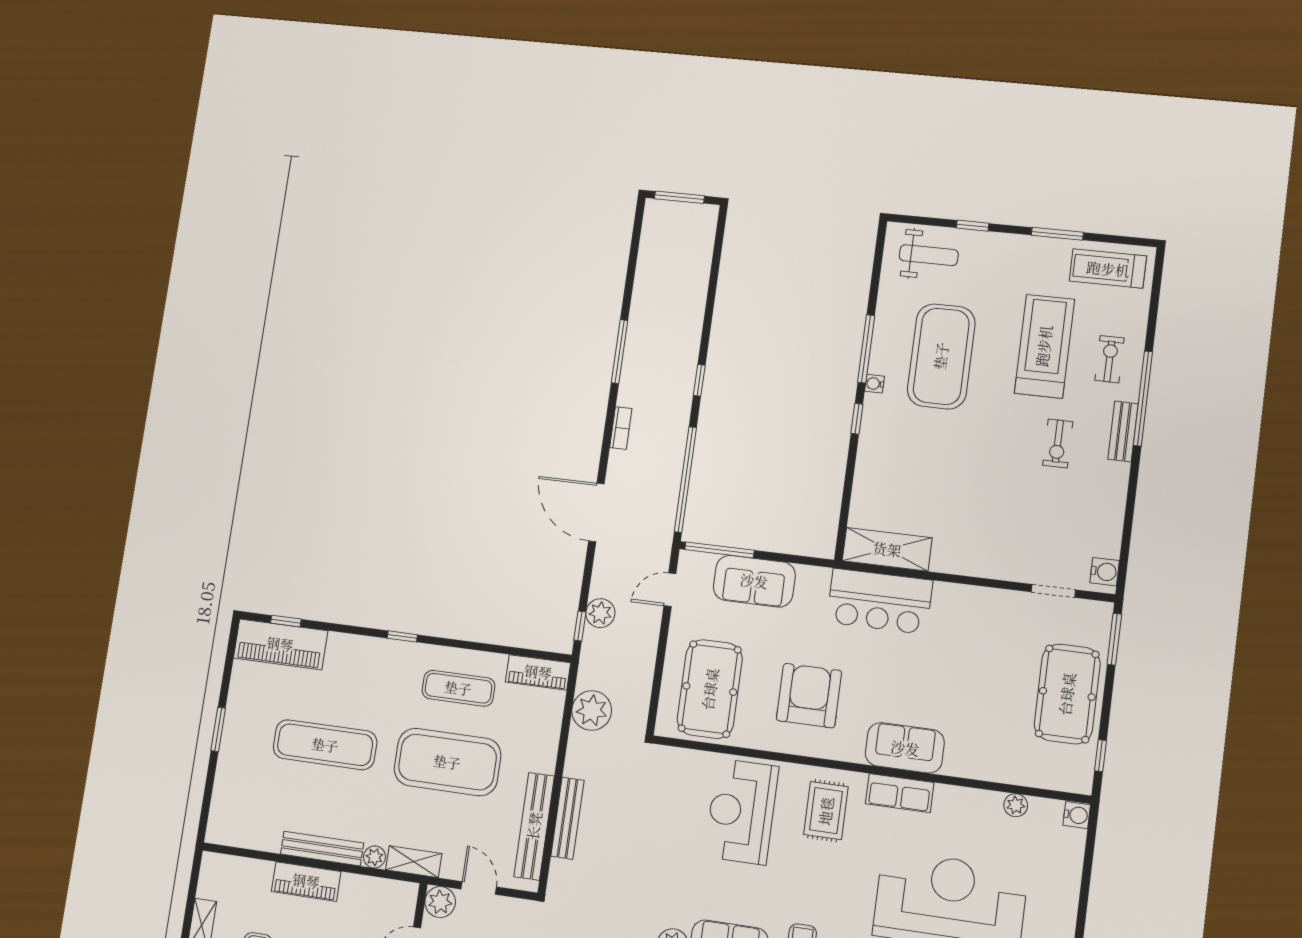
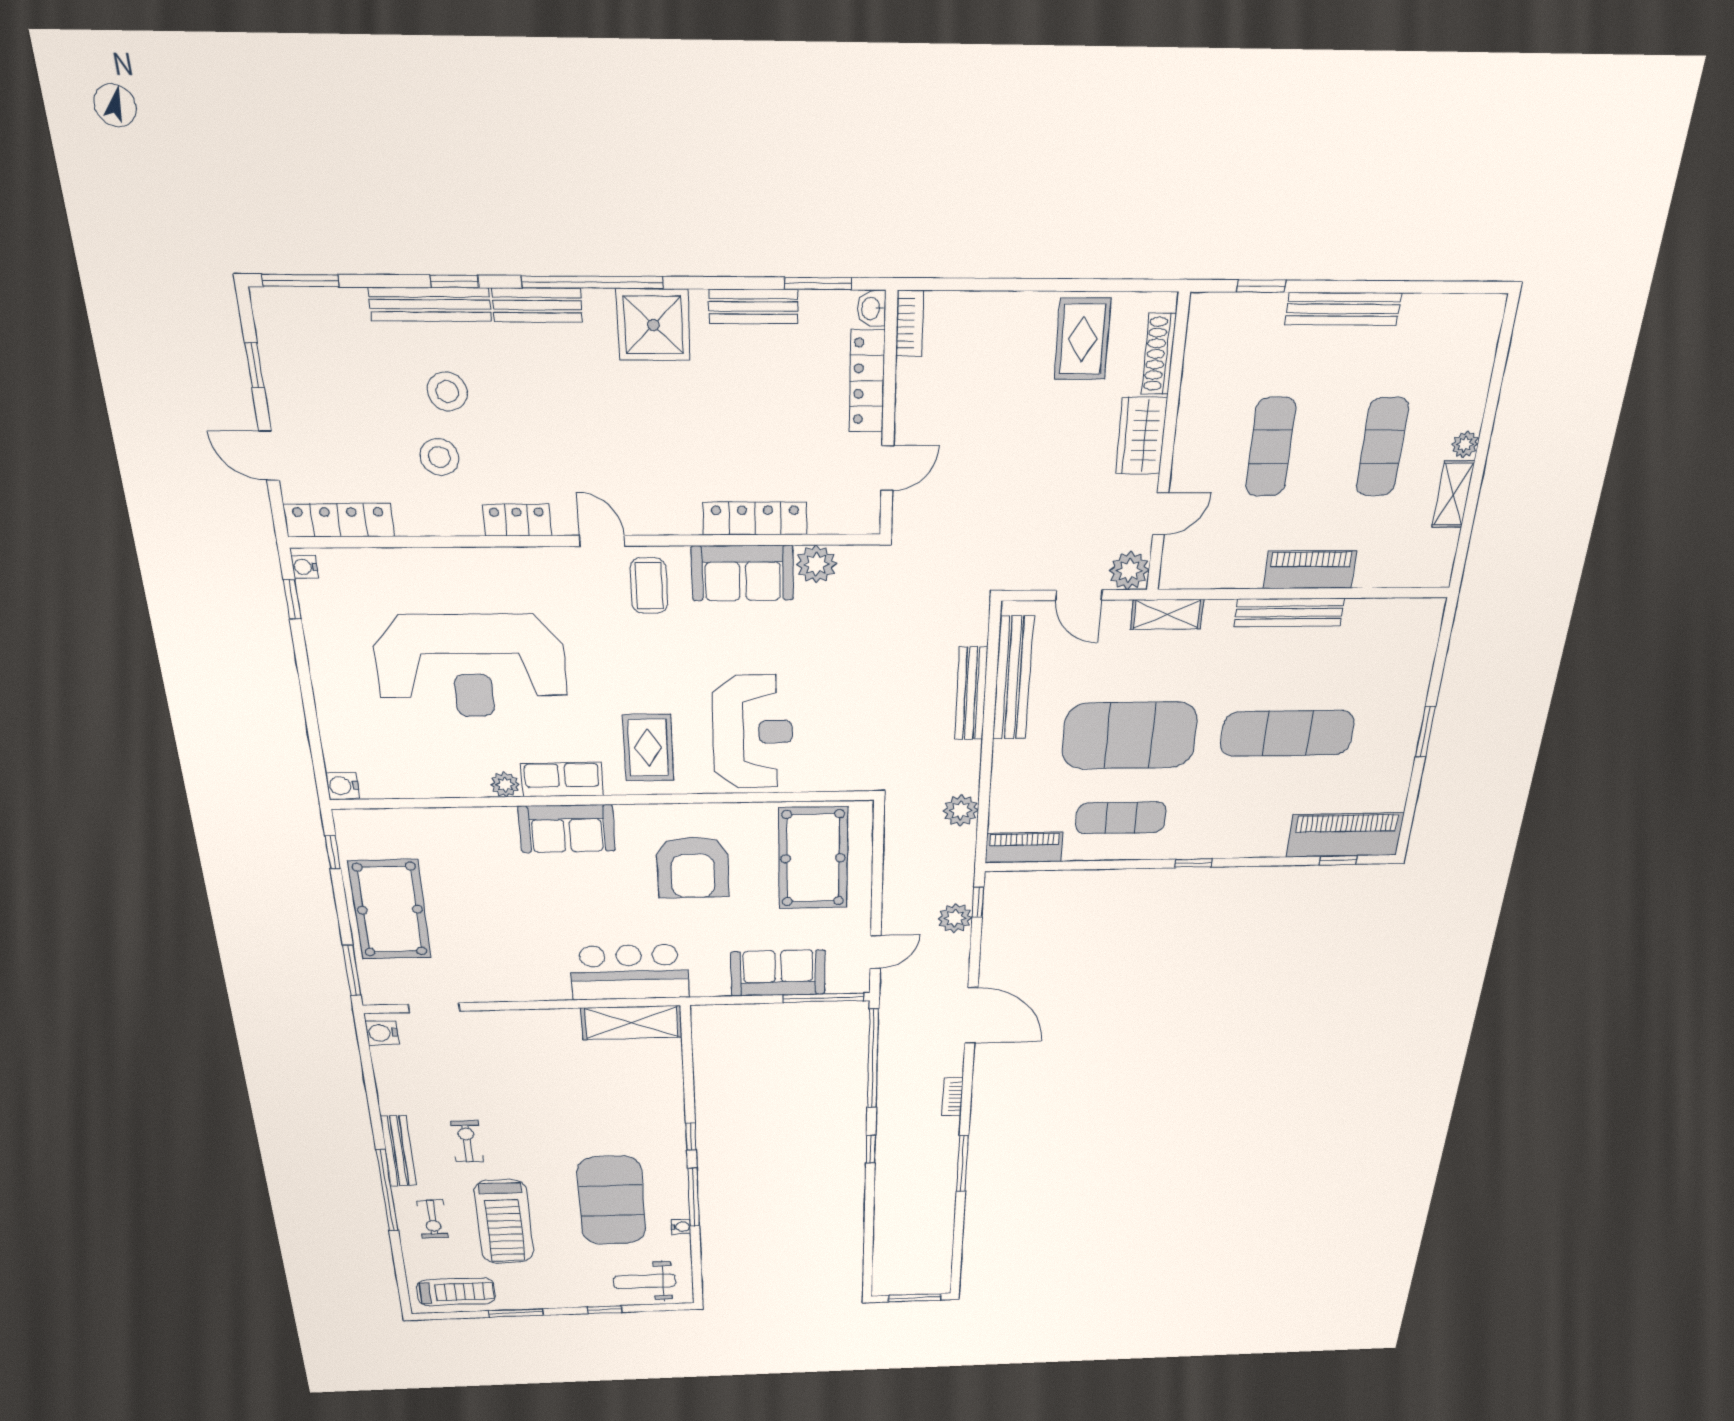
water cooler: (875, 384) -> (681, 1227), moved
bench: (1123, 431) -> (398, 1151), width x1.36
plant: (592, 710) -> (961, 811), width x0.73, depth x0.73
plant: (1016, 805) -> (505, 785), moved
plant: (375, 857) -> (1219, 613), removed

